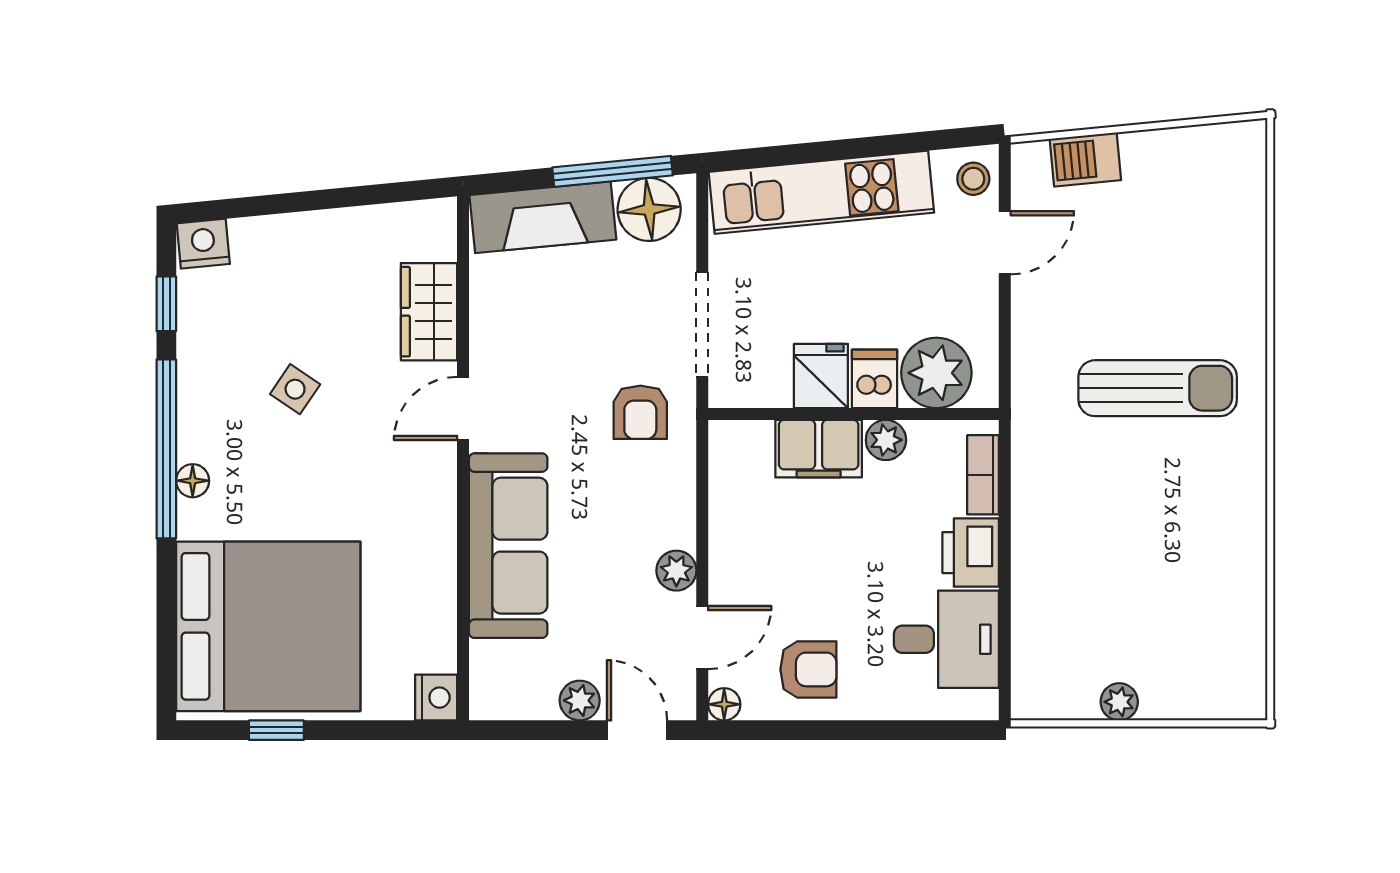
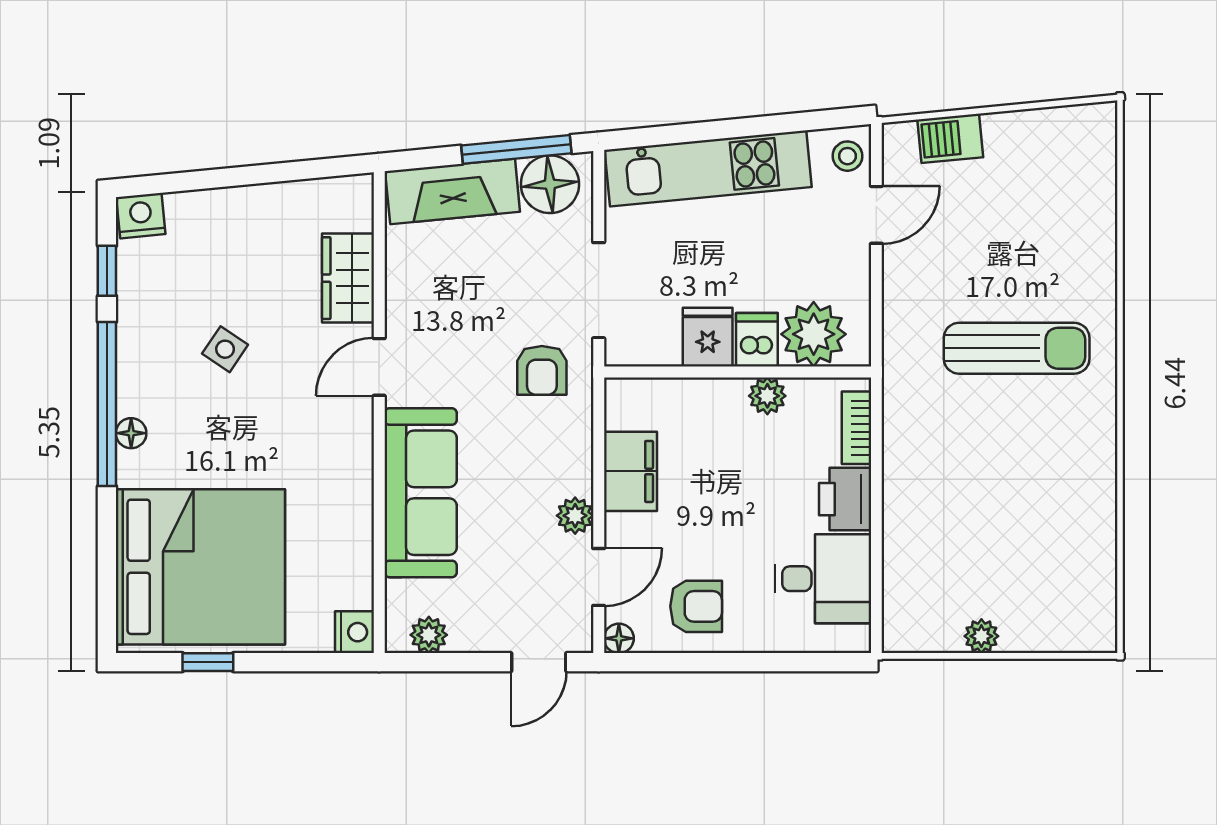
filing cabinet: (819, 449) -> (631, 471), moved, turned -90
plant: (580, 700) -> (429, 635), moved
door: (637, 730) -> (539, 662), swing flipped

